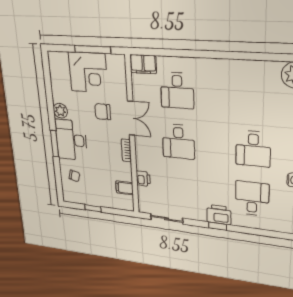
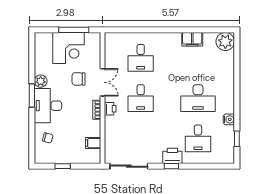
filing cabinet: (143, 64) -> (192, 39), moved
window: (55, 144) -> (32, 95), moved
desk: (253, 149) -> (198, 98), width x1.37
printer: (143, 179) -> (110, 109), moved
desk: (252, 199) -> (198, 138), turned 180
sliding door: (167, 219) -> (129, 166), width x1.37

